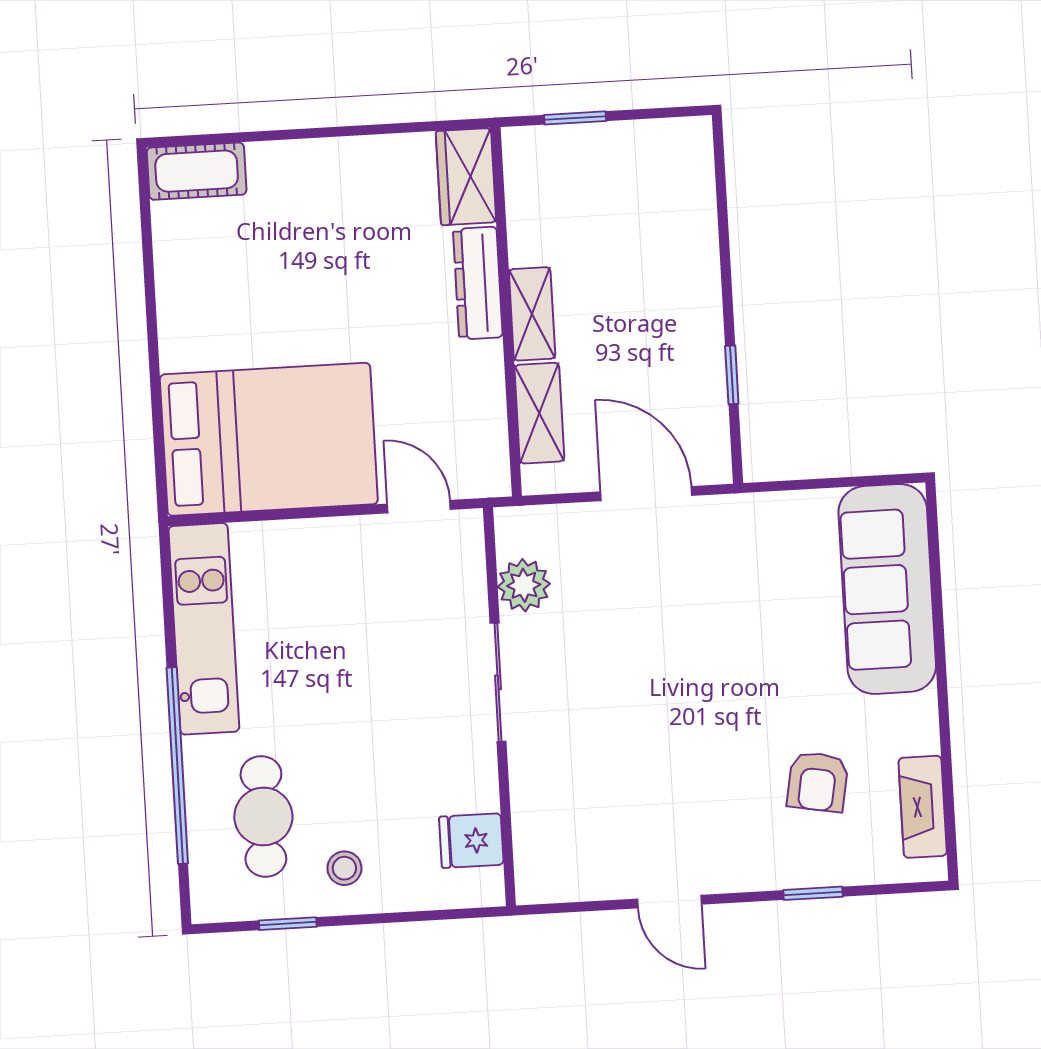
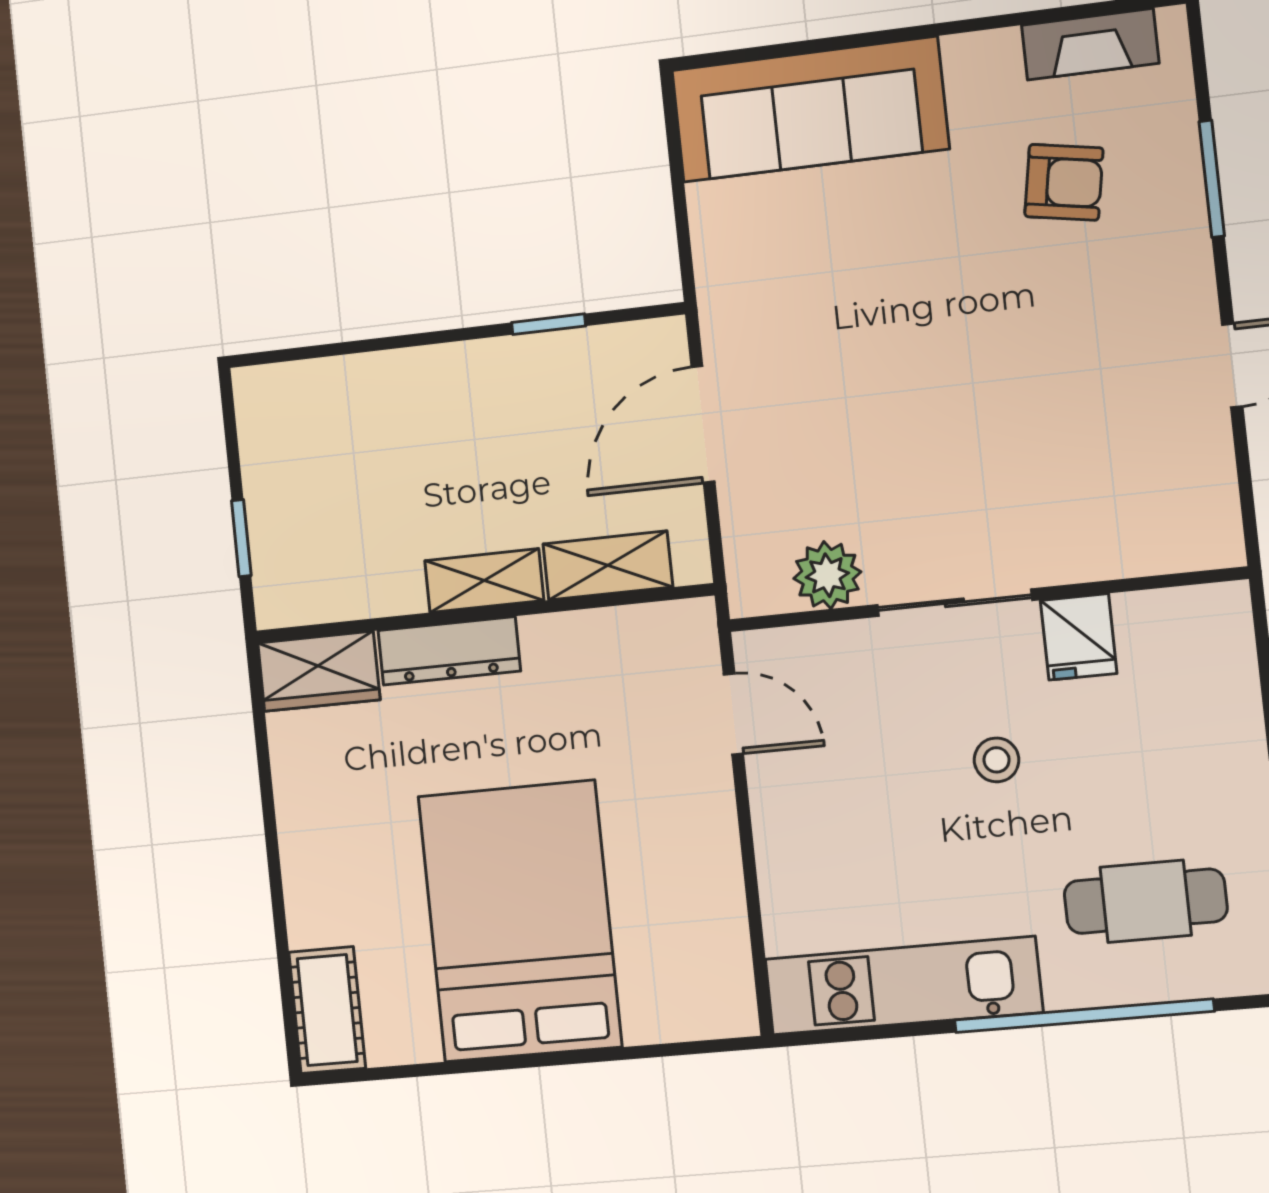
bed: (269, 439) -> (520, 921), moved
door: (419, 507) -> (733, 714), swing flipped
fridge: (471, 841) -> (1079, 637), moved
stool: (344, 868) -> (997, 760), moved
window: (813, 893) -> (1212, 179), width x1.50

